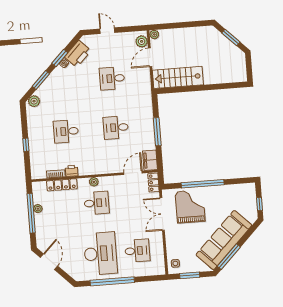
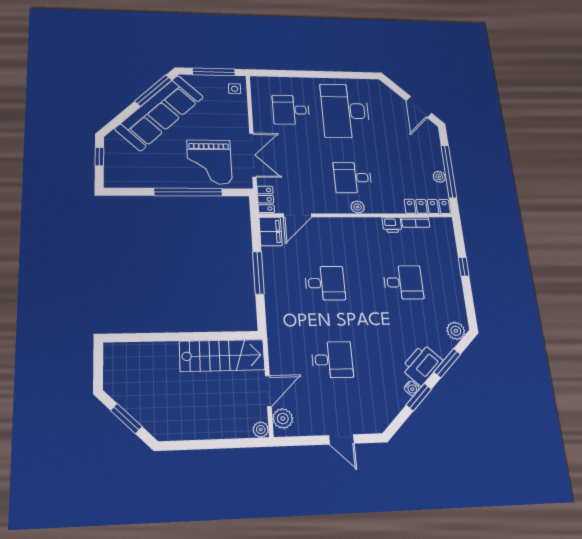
printer: (78, 54) -> (422, 365), moved
locker: (62, 185) -> (427, 206), moved
window: (190, 275) -> (214, 72), width x1.44
window: (112, 281) -> (327, 75), removed

